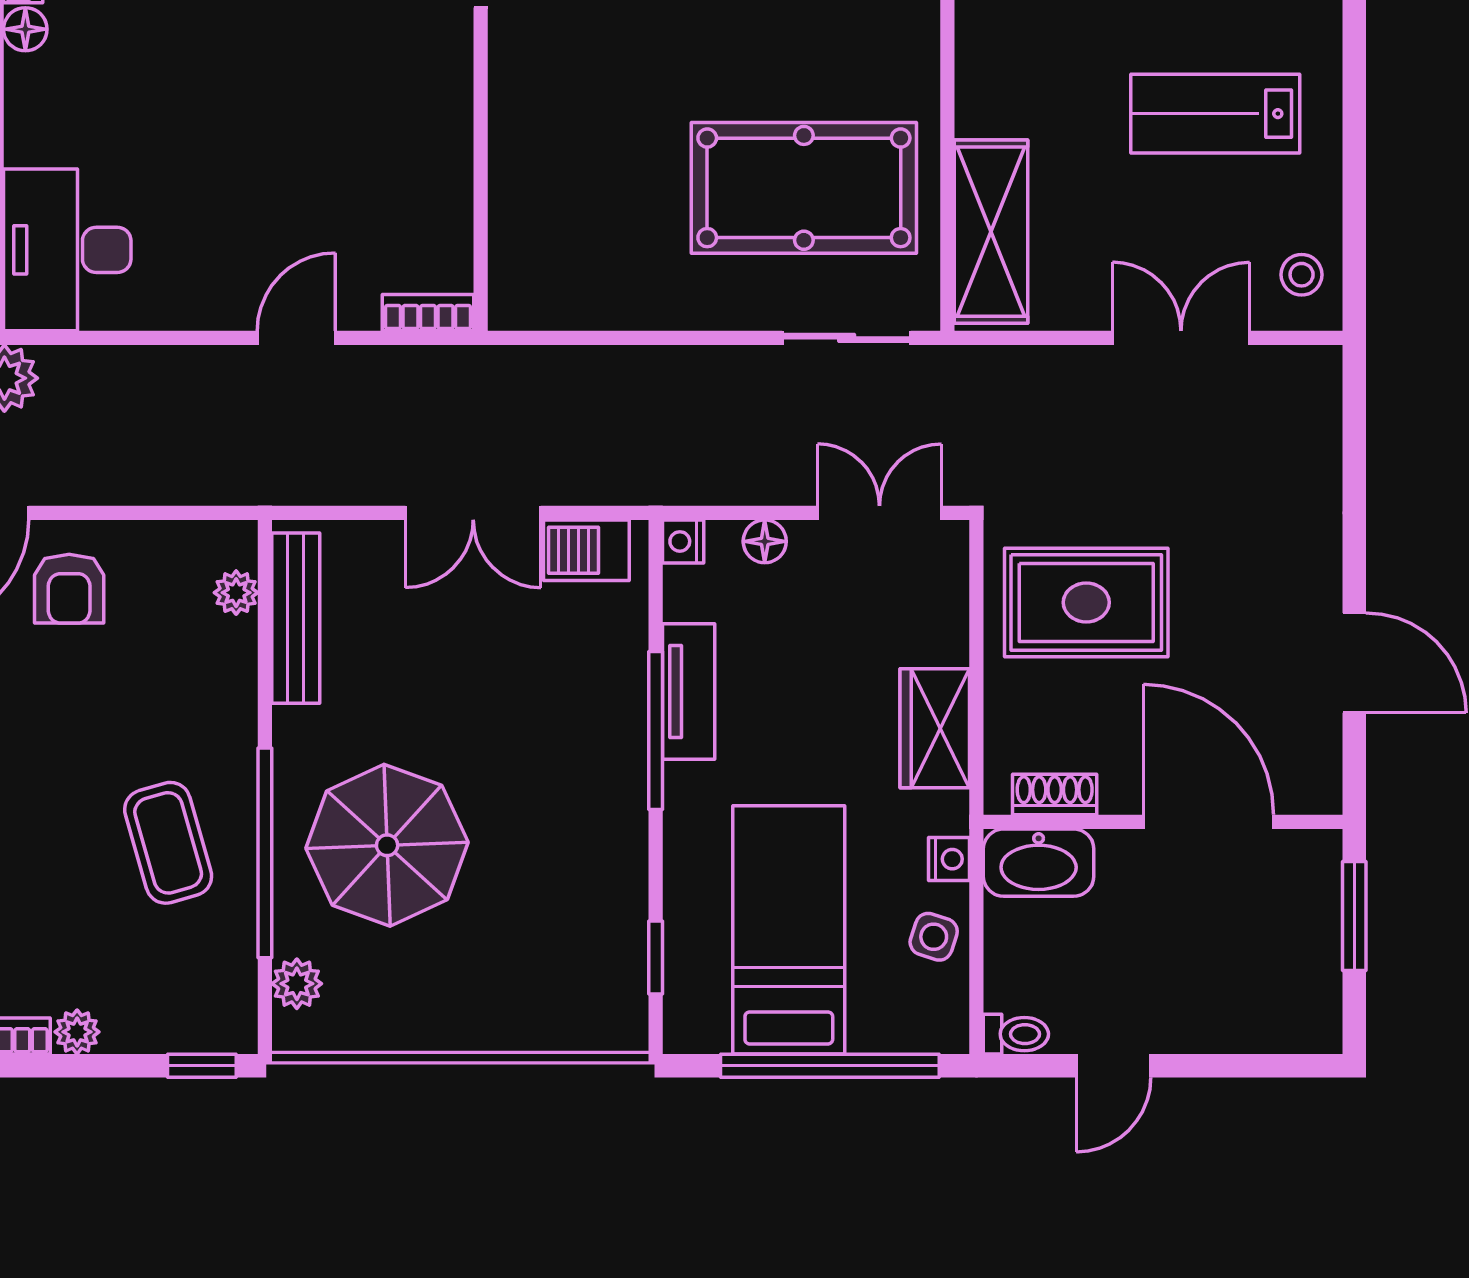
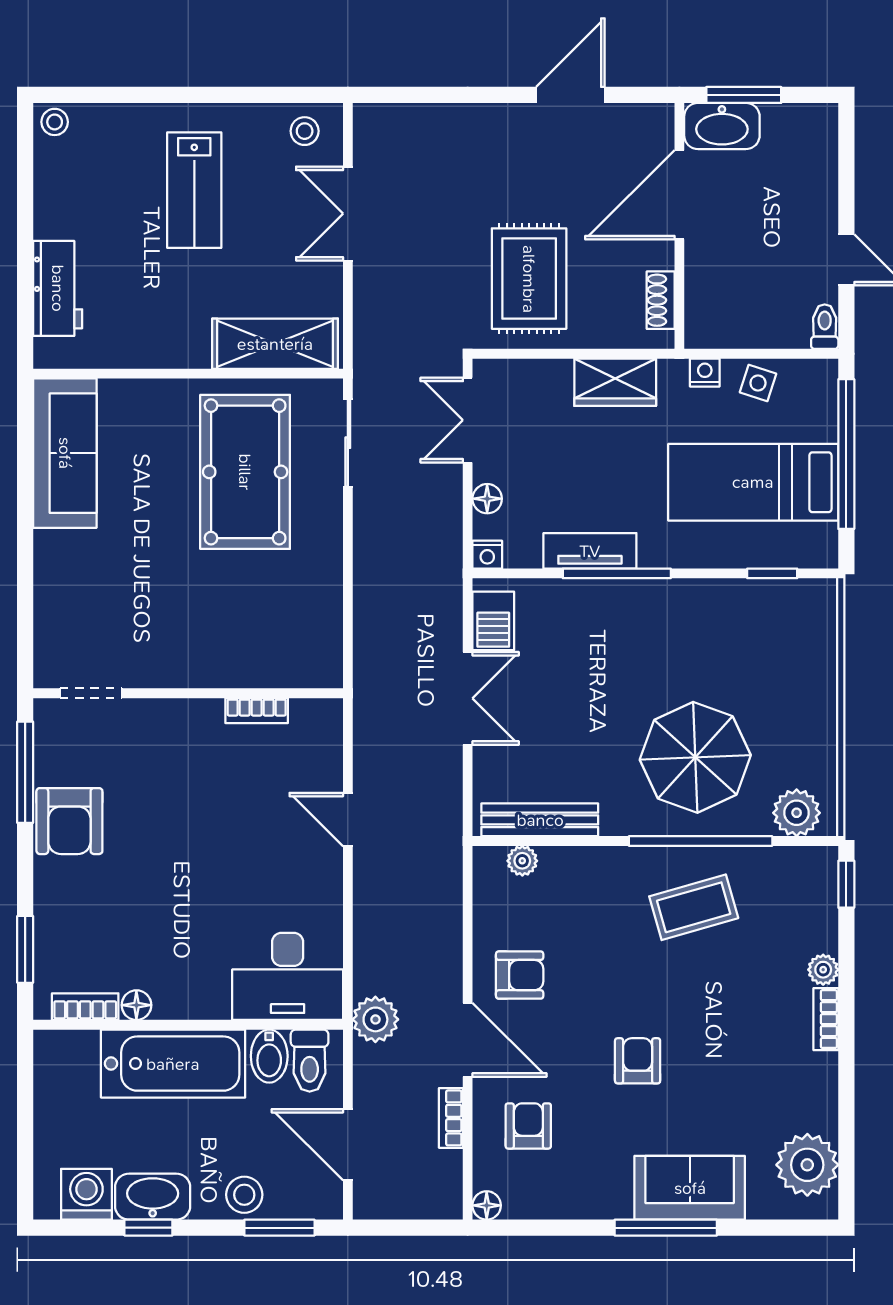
bookcase: (428, 313) -> (257, 711), moved, turned -90
washbasin: (1039, 863) -> (722, 126), moved, turned 90
plant: (297, 984) -> (797, 813), width x1.38, depth x1.38

